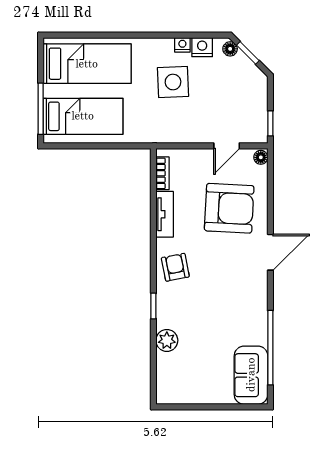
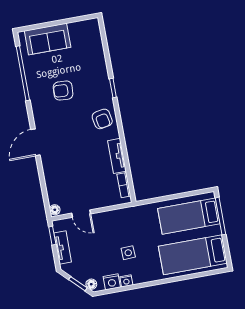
side table: (173, 82) -> (128, 253), width x0.54, depth x0.54
tv unit: (259, 105) -> (63, 248), added
door: (227, 146) -> (81, 214), swing flipped
armchair: (229, 208) -> (63, 91), moved, width x0.53, depth x0.53
plant: (167, 340) -> (99, 65), removed
sofa: (251, 375) -> (48, 39), moved, turned 90

